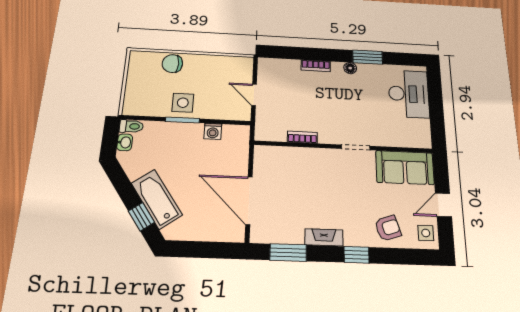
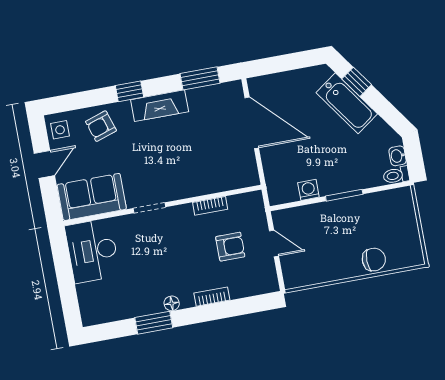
desk: (409, 94) -> (92, 251), moved
armchair: (292, 100) -> (230, 247), added
side table: (183, 103) -> (349, 215), removed
fireplace: (324, 237) -> (160, 106), width x1.37, depth x1.32

